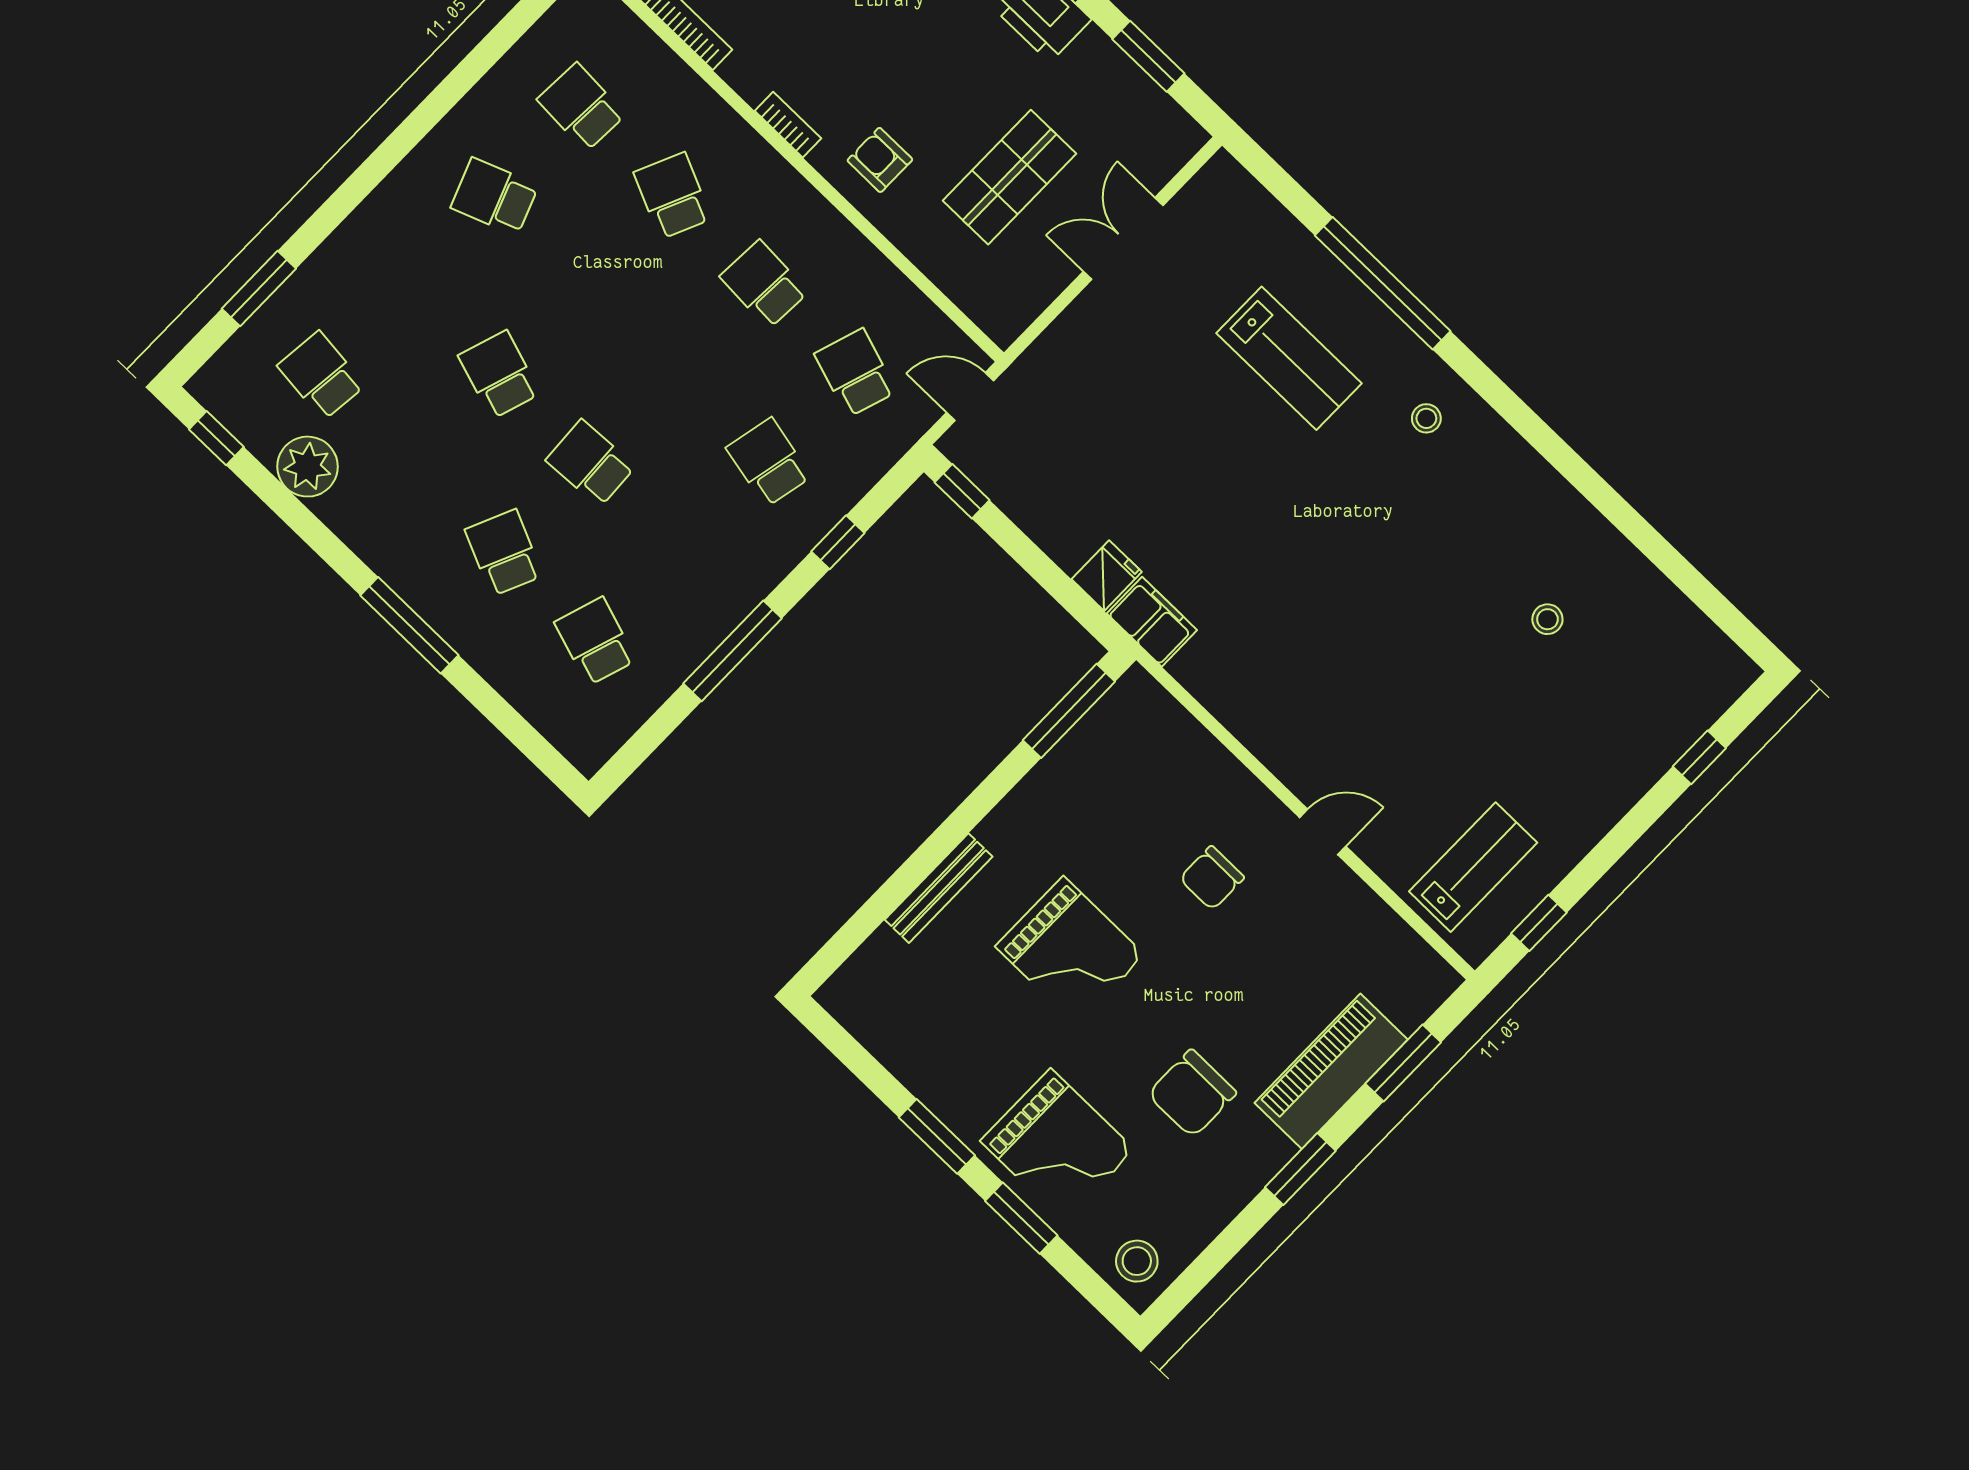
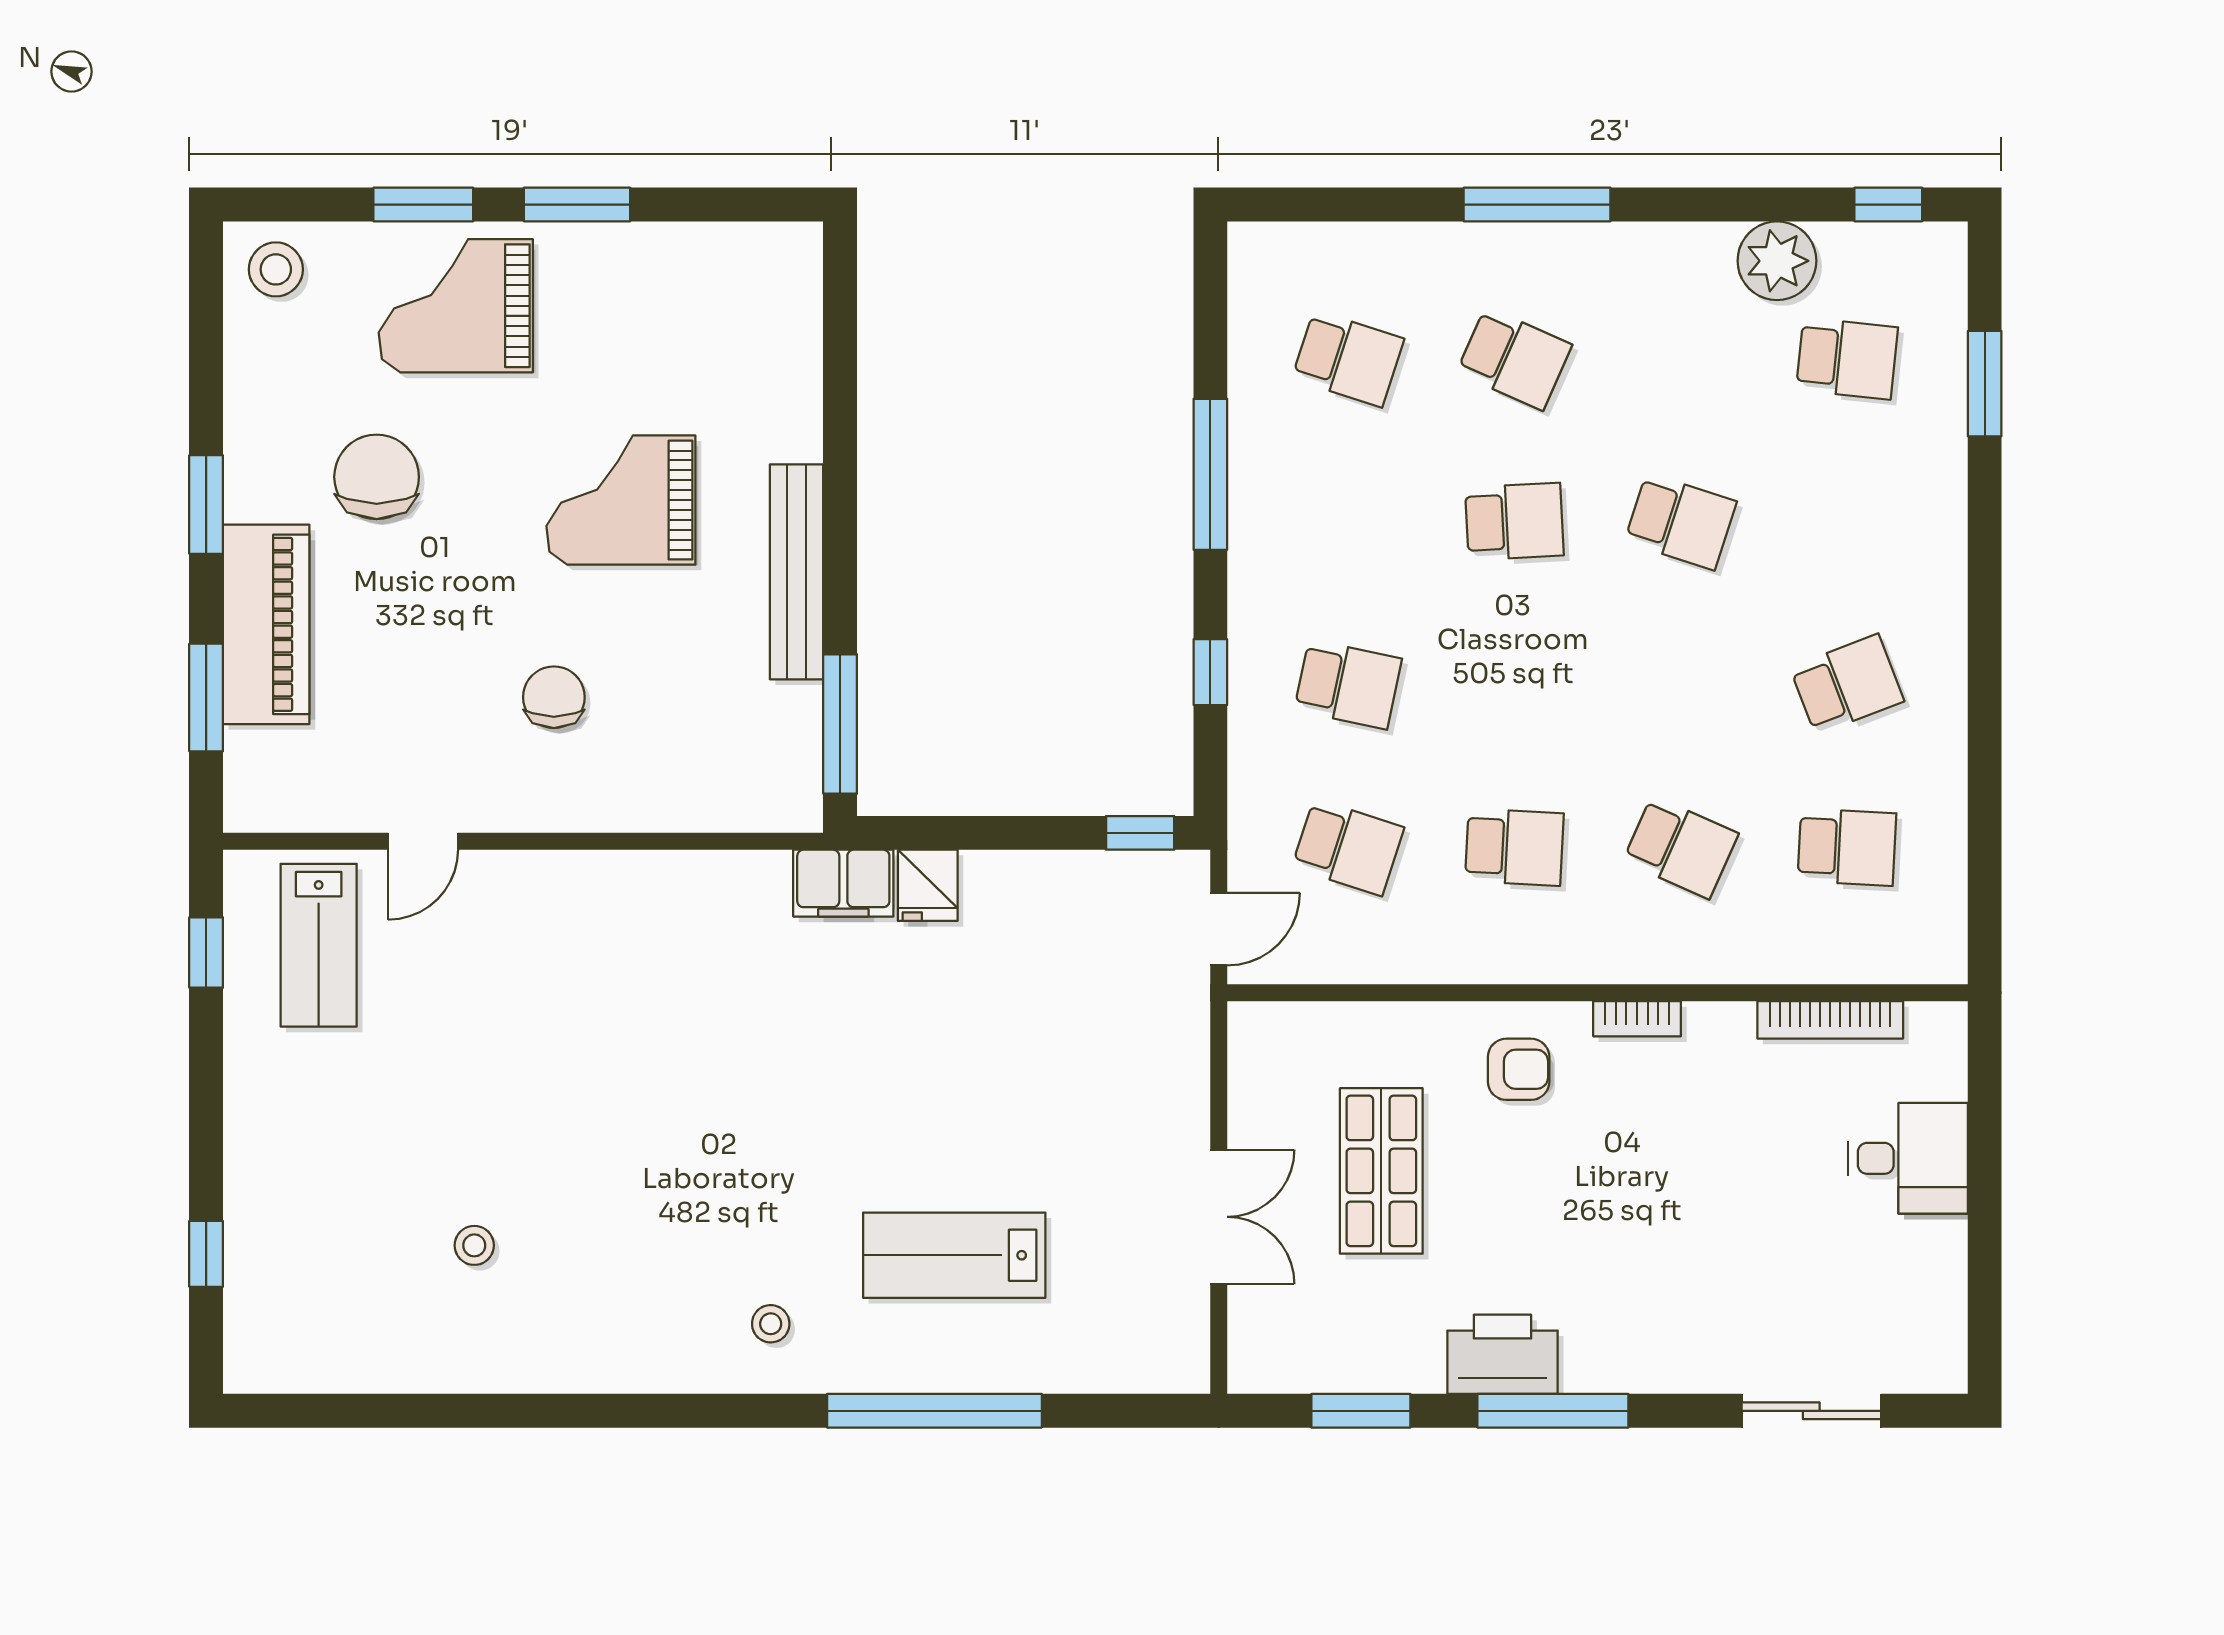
door: (1323, 832) -> (423, 841), moved
bench: (939, 888) -> (796, 572), moved, width x1.37, depth x1.21

